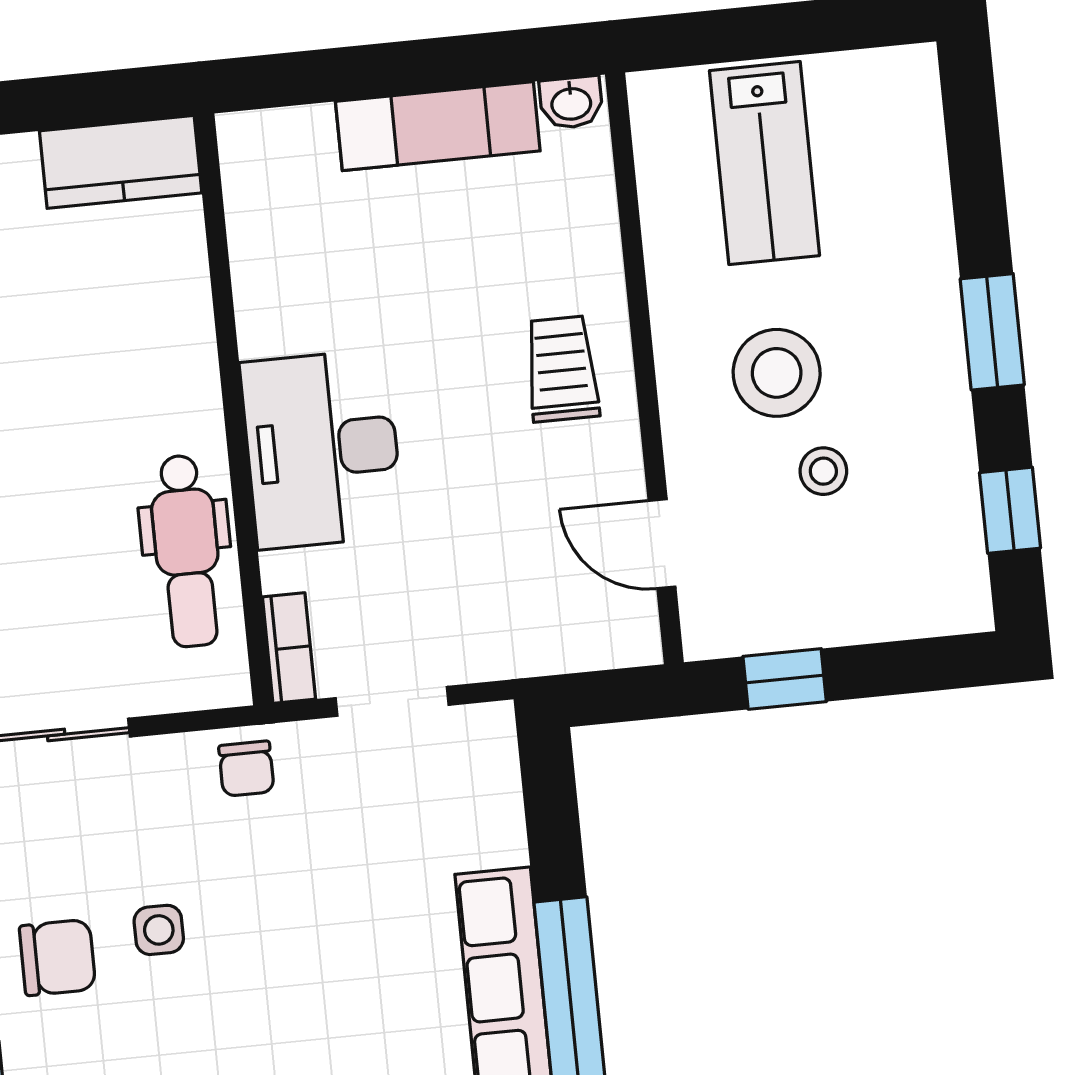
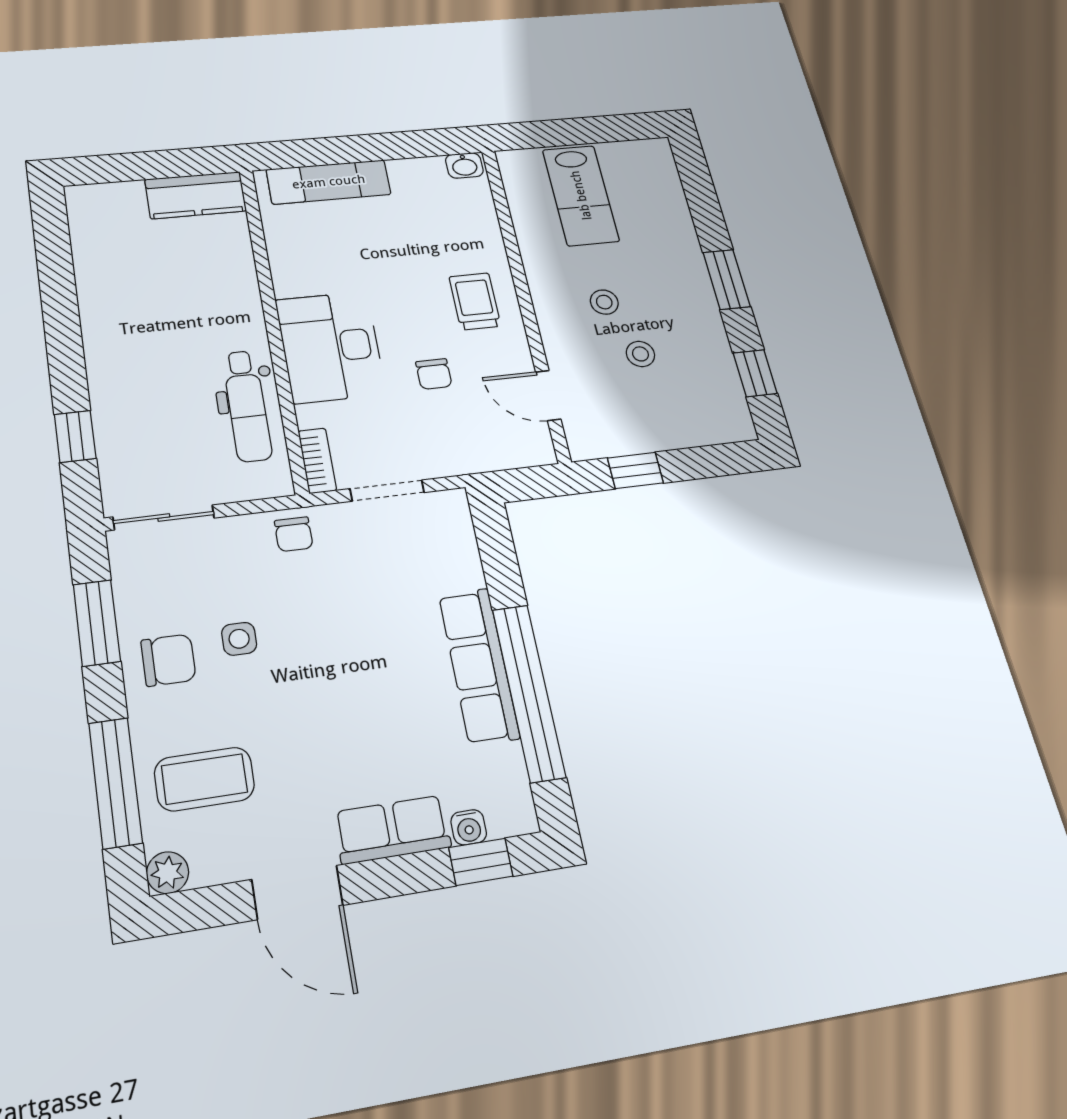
exam couch: (438, 126) -> (329, 182), moved
stool: (777, 373) -> (604, 302), width x0.53, depth x0.53
chair: (482, 501) -> (434, 374), added

